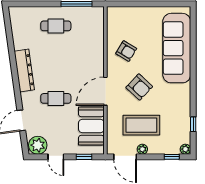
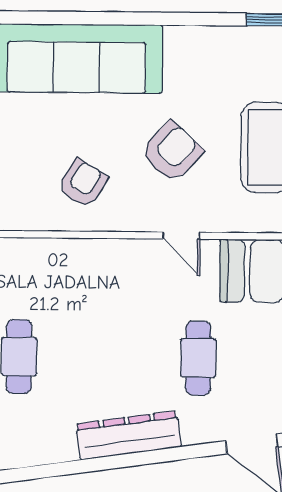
door: (105, 91) -> (181, 236), width x0.53

